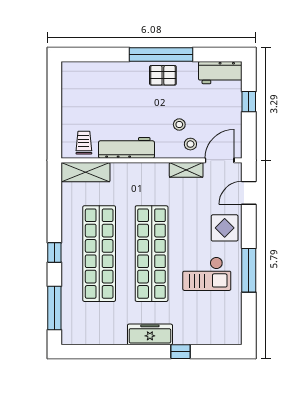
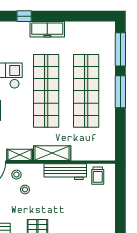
shelving: (86, 172) -> (52, 153), moved
window: (54, 252) -> (120, 92), width x2.17

